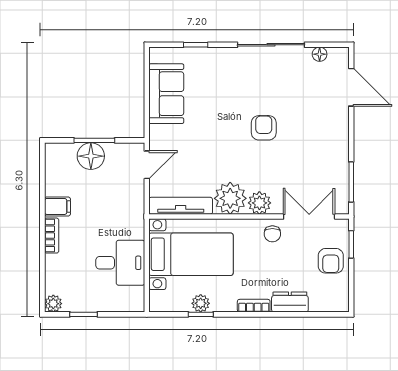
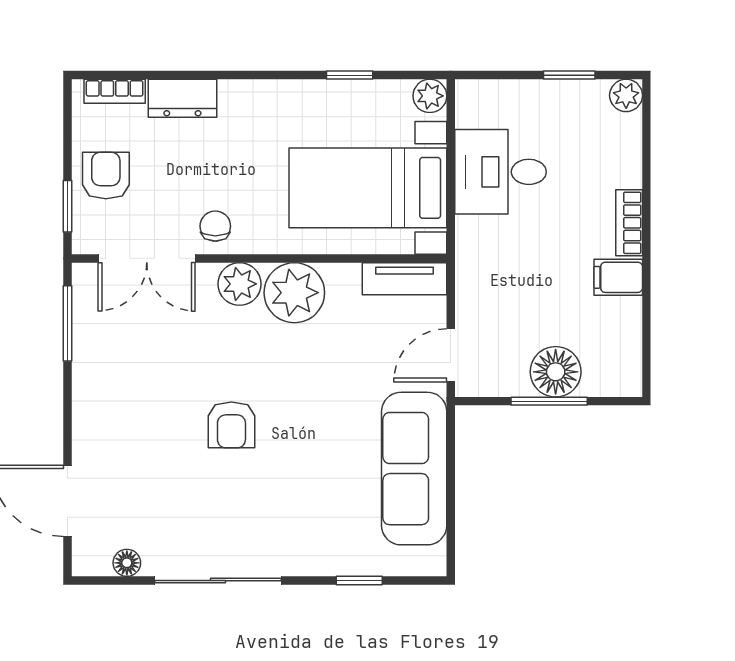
sofa: (166, 94) -> (414, 469), width x1.36
tv unit: (181, 206) -> (404, 279), width x0.71
plant: (201, 303) -> (430, 96), moved
bookcase: (254, 306) -> (115, 91), moved

